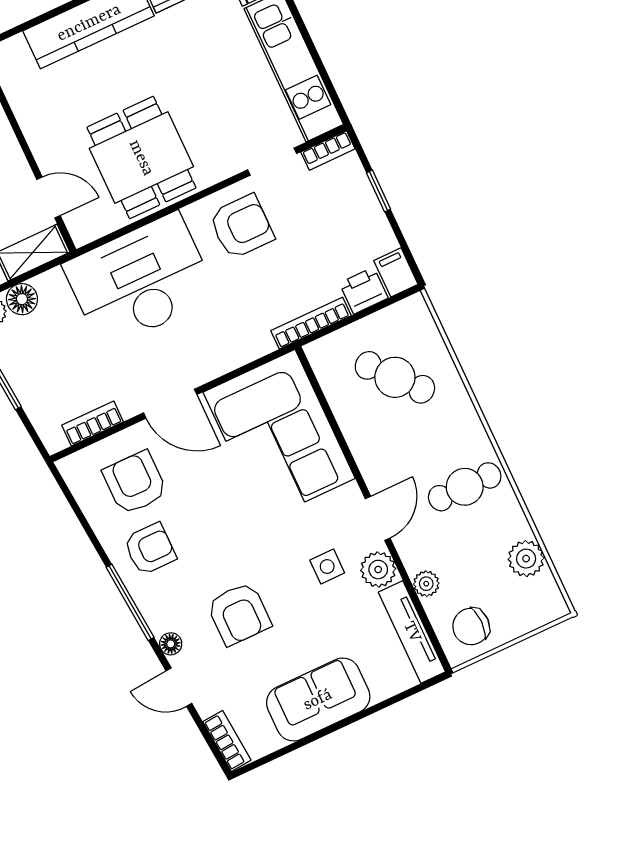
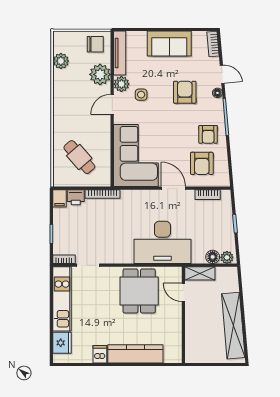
armchair: (242, 227) -> (112, 245), removed
cafe table: (465, 487) -> (72, 101), removed
armchair: (150, 549) -> (208, 134), turned -90
plant: (426, 584) -> (100, 74), width x1.87, depth x1.87

